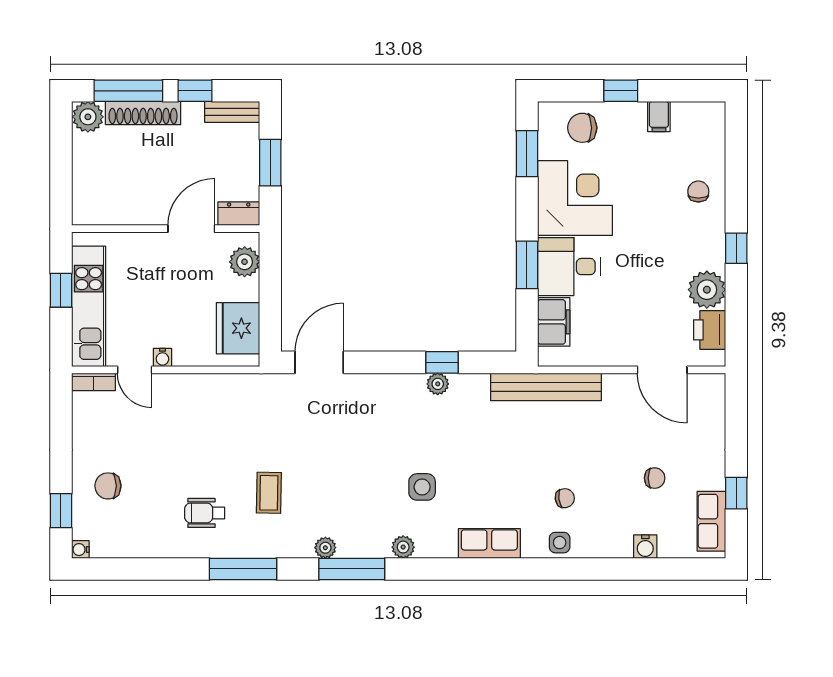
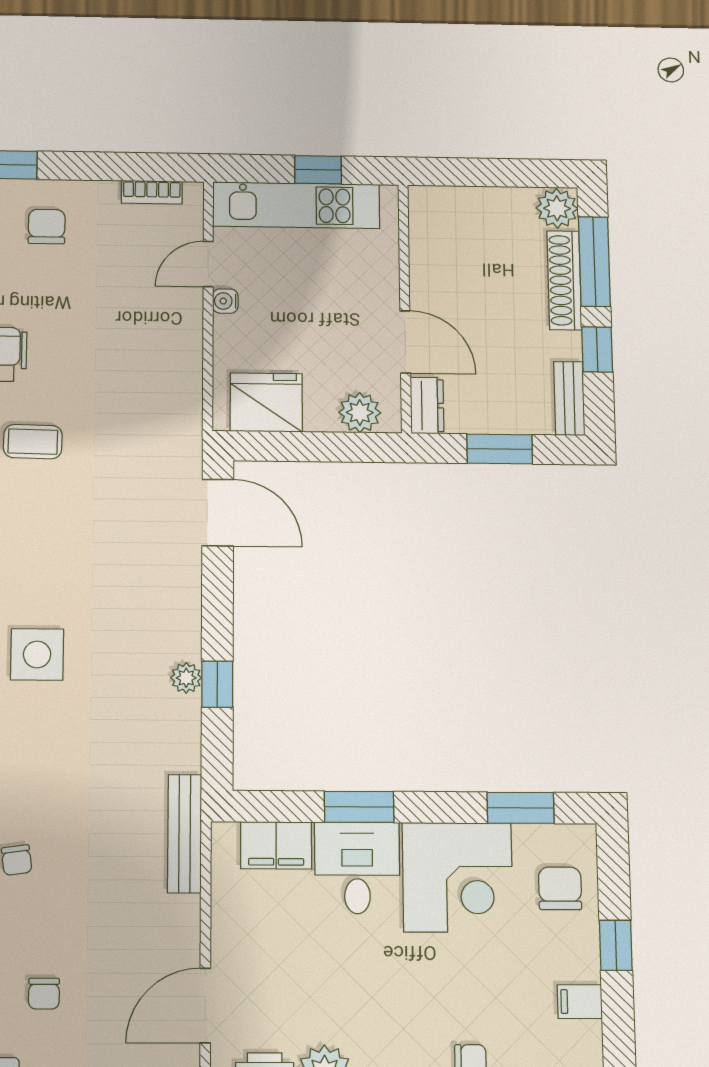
bookcase: (94, 382) -> (152, 192), moved, turned -90
bench: (546, 387) -> (185, 834), width x0.73, depth x0.82
side table: (422, 487) -> (37, 654), width x1.37, depth x1.37

